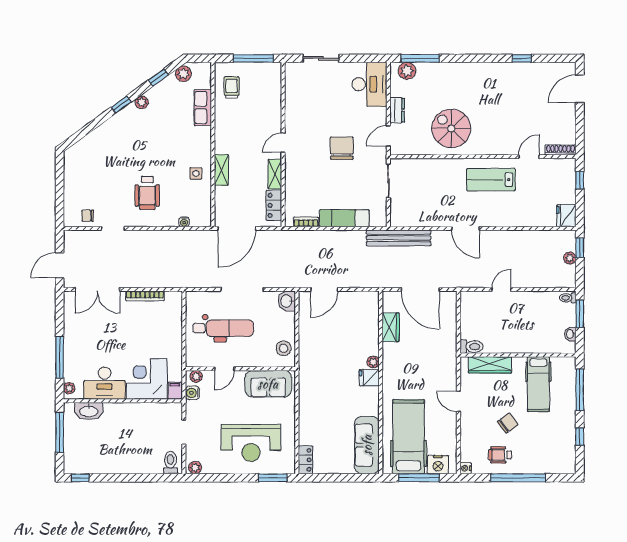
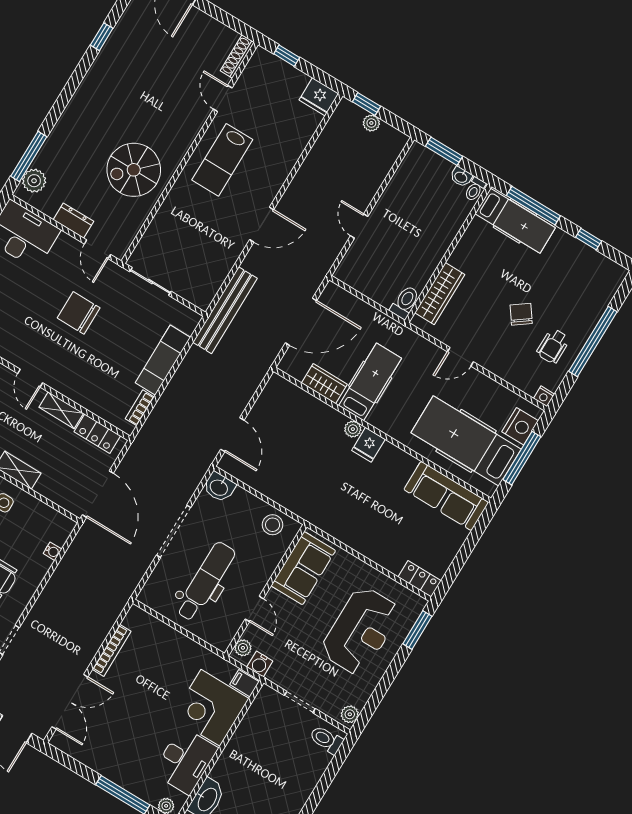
toilet: (568, 298) -> (475, 189), moved
hospital bed: (409, 355) -> (370, 382), added
hospital bed: (538, 384) -> (515, 221), moved

